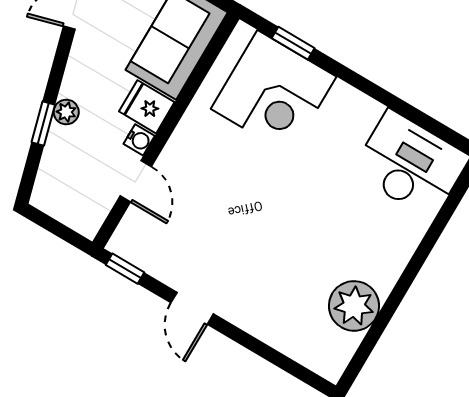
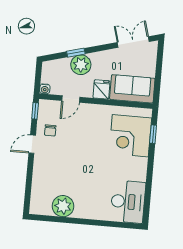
plant: (66, 112) -> (81, 65), width x1.88, depth x1.88
water cooler: (139, 140) -> (45, 89), moved
chair: (181, 256) -> (50, 130), added

